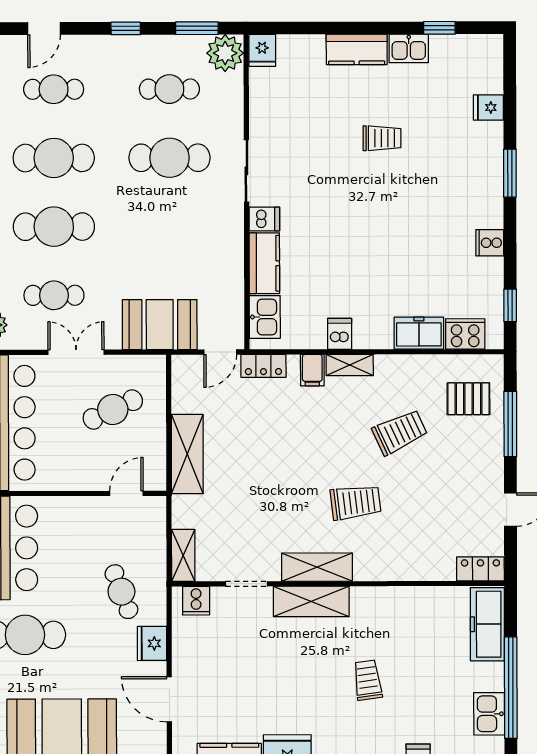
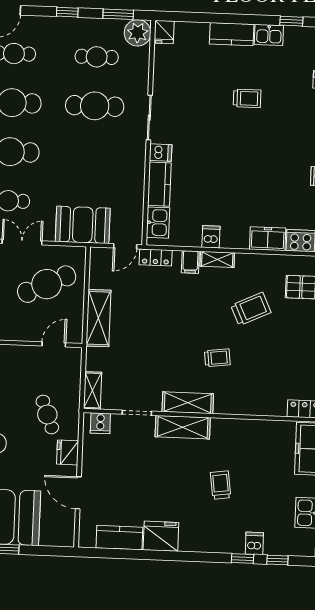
cafe table: (113, 410) -> (47, 284), width x1.37, depth x1.35
trolley: (356, 502) -> (217, 358), width x0.73, depth x0.72

